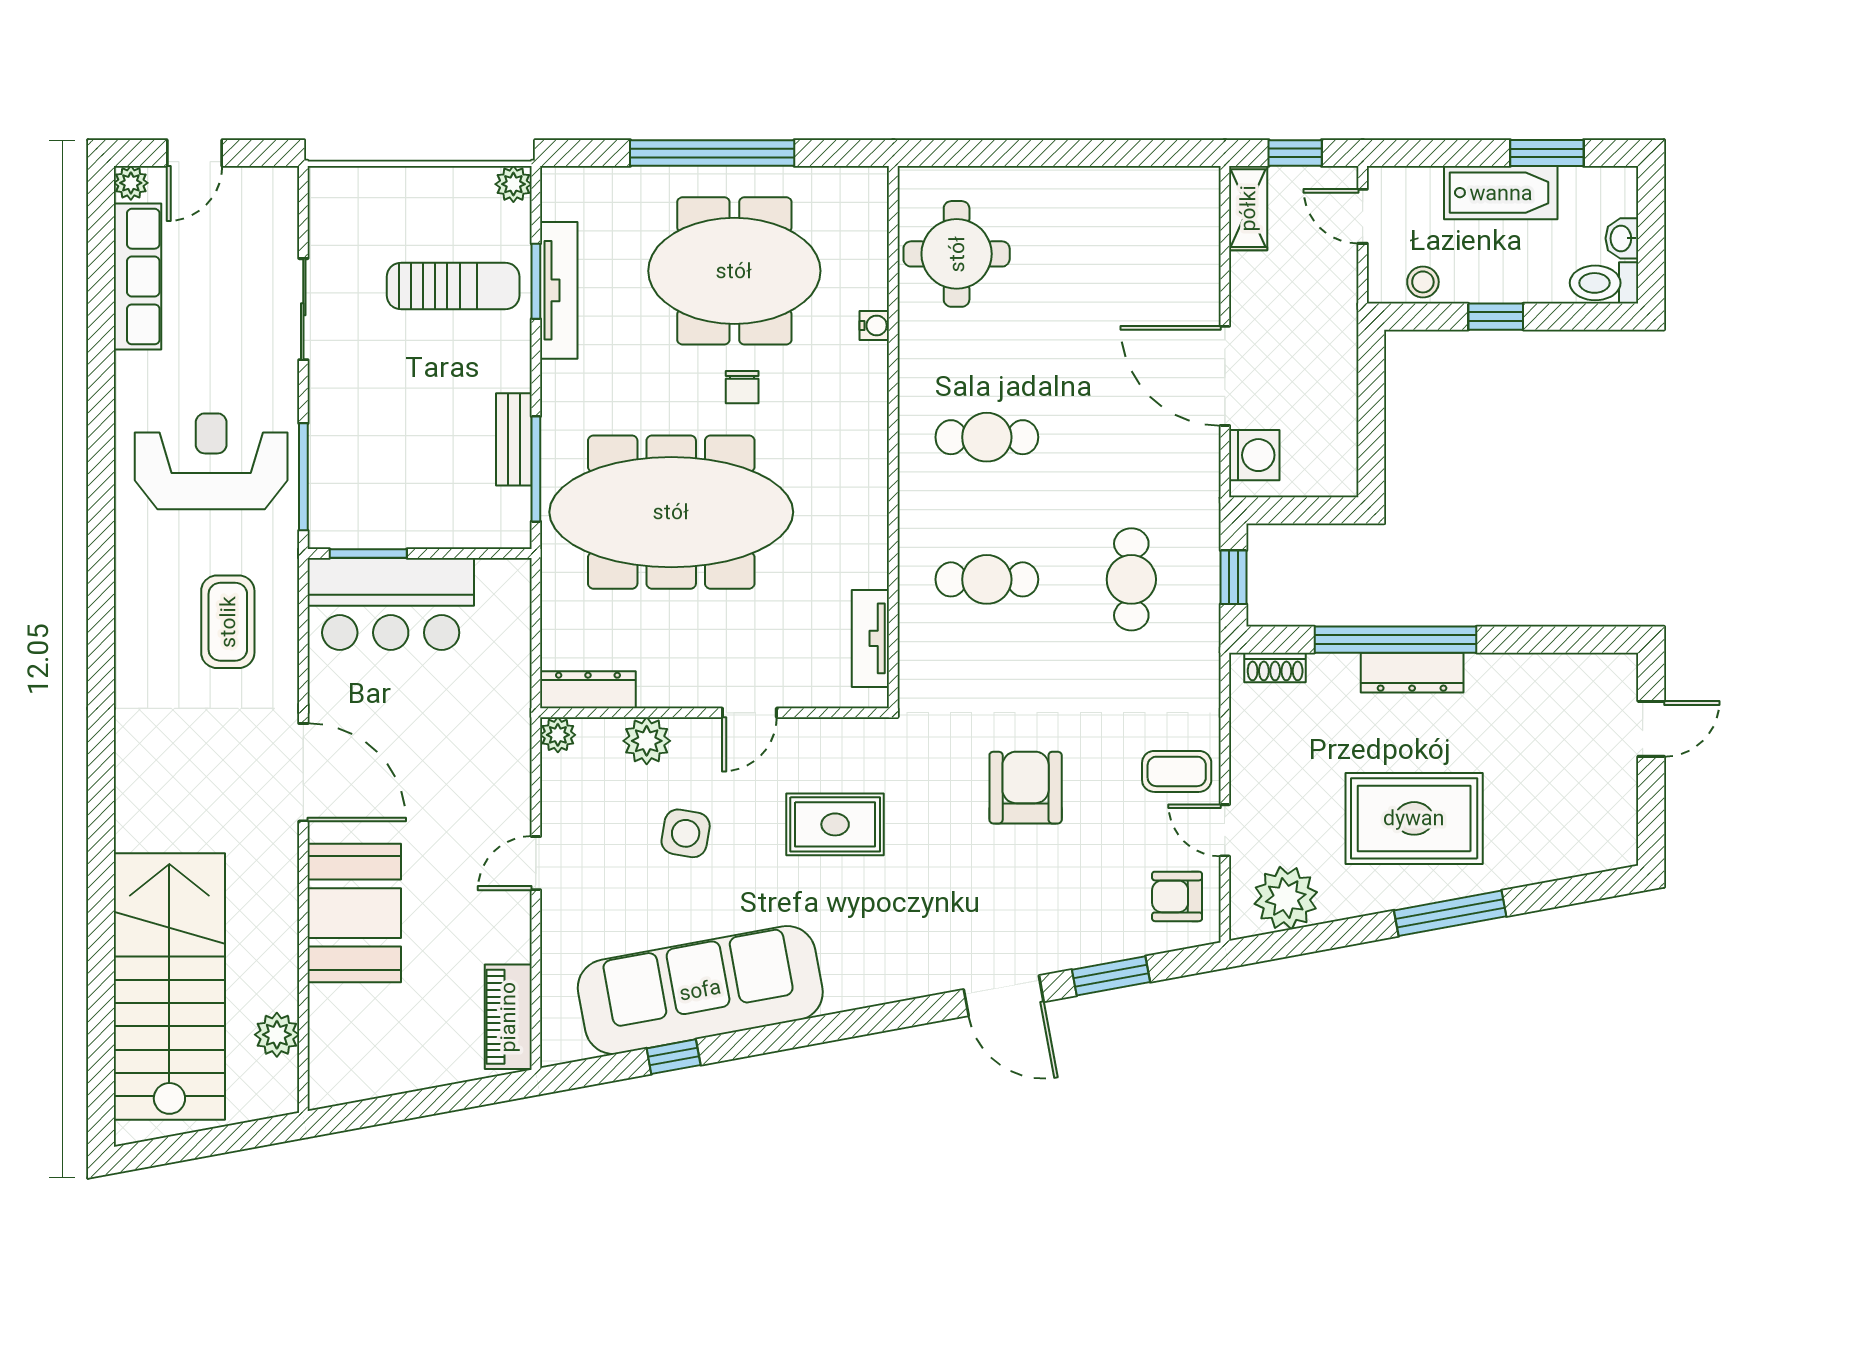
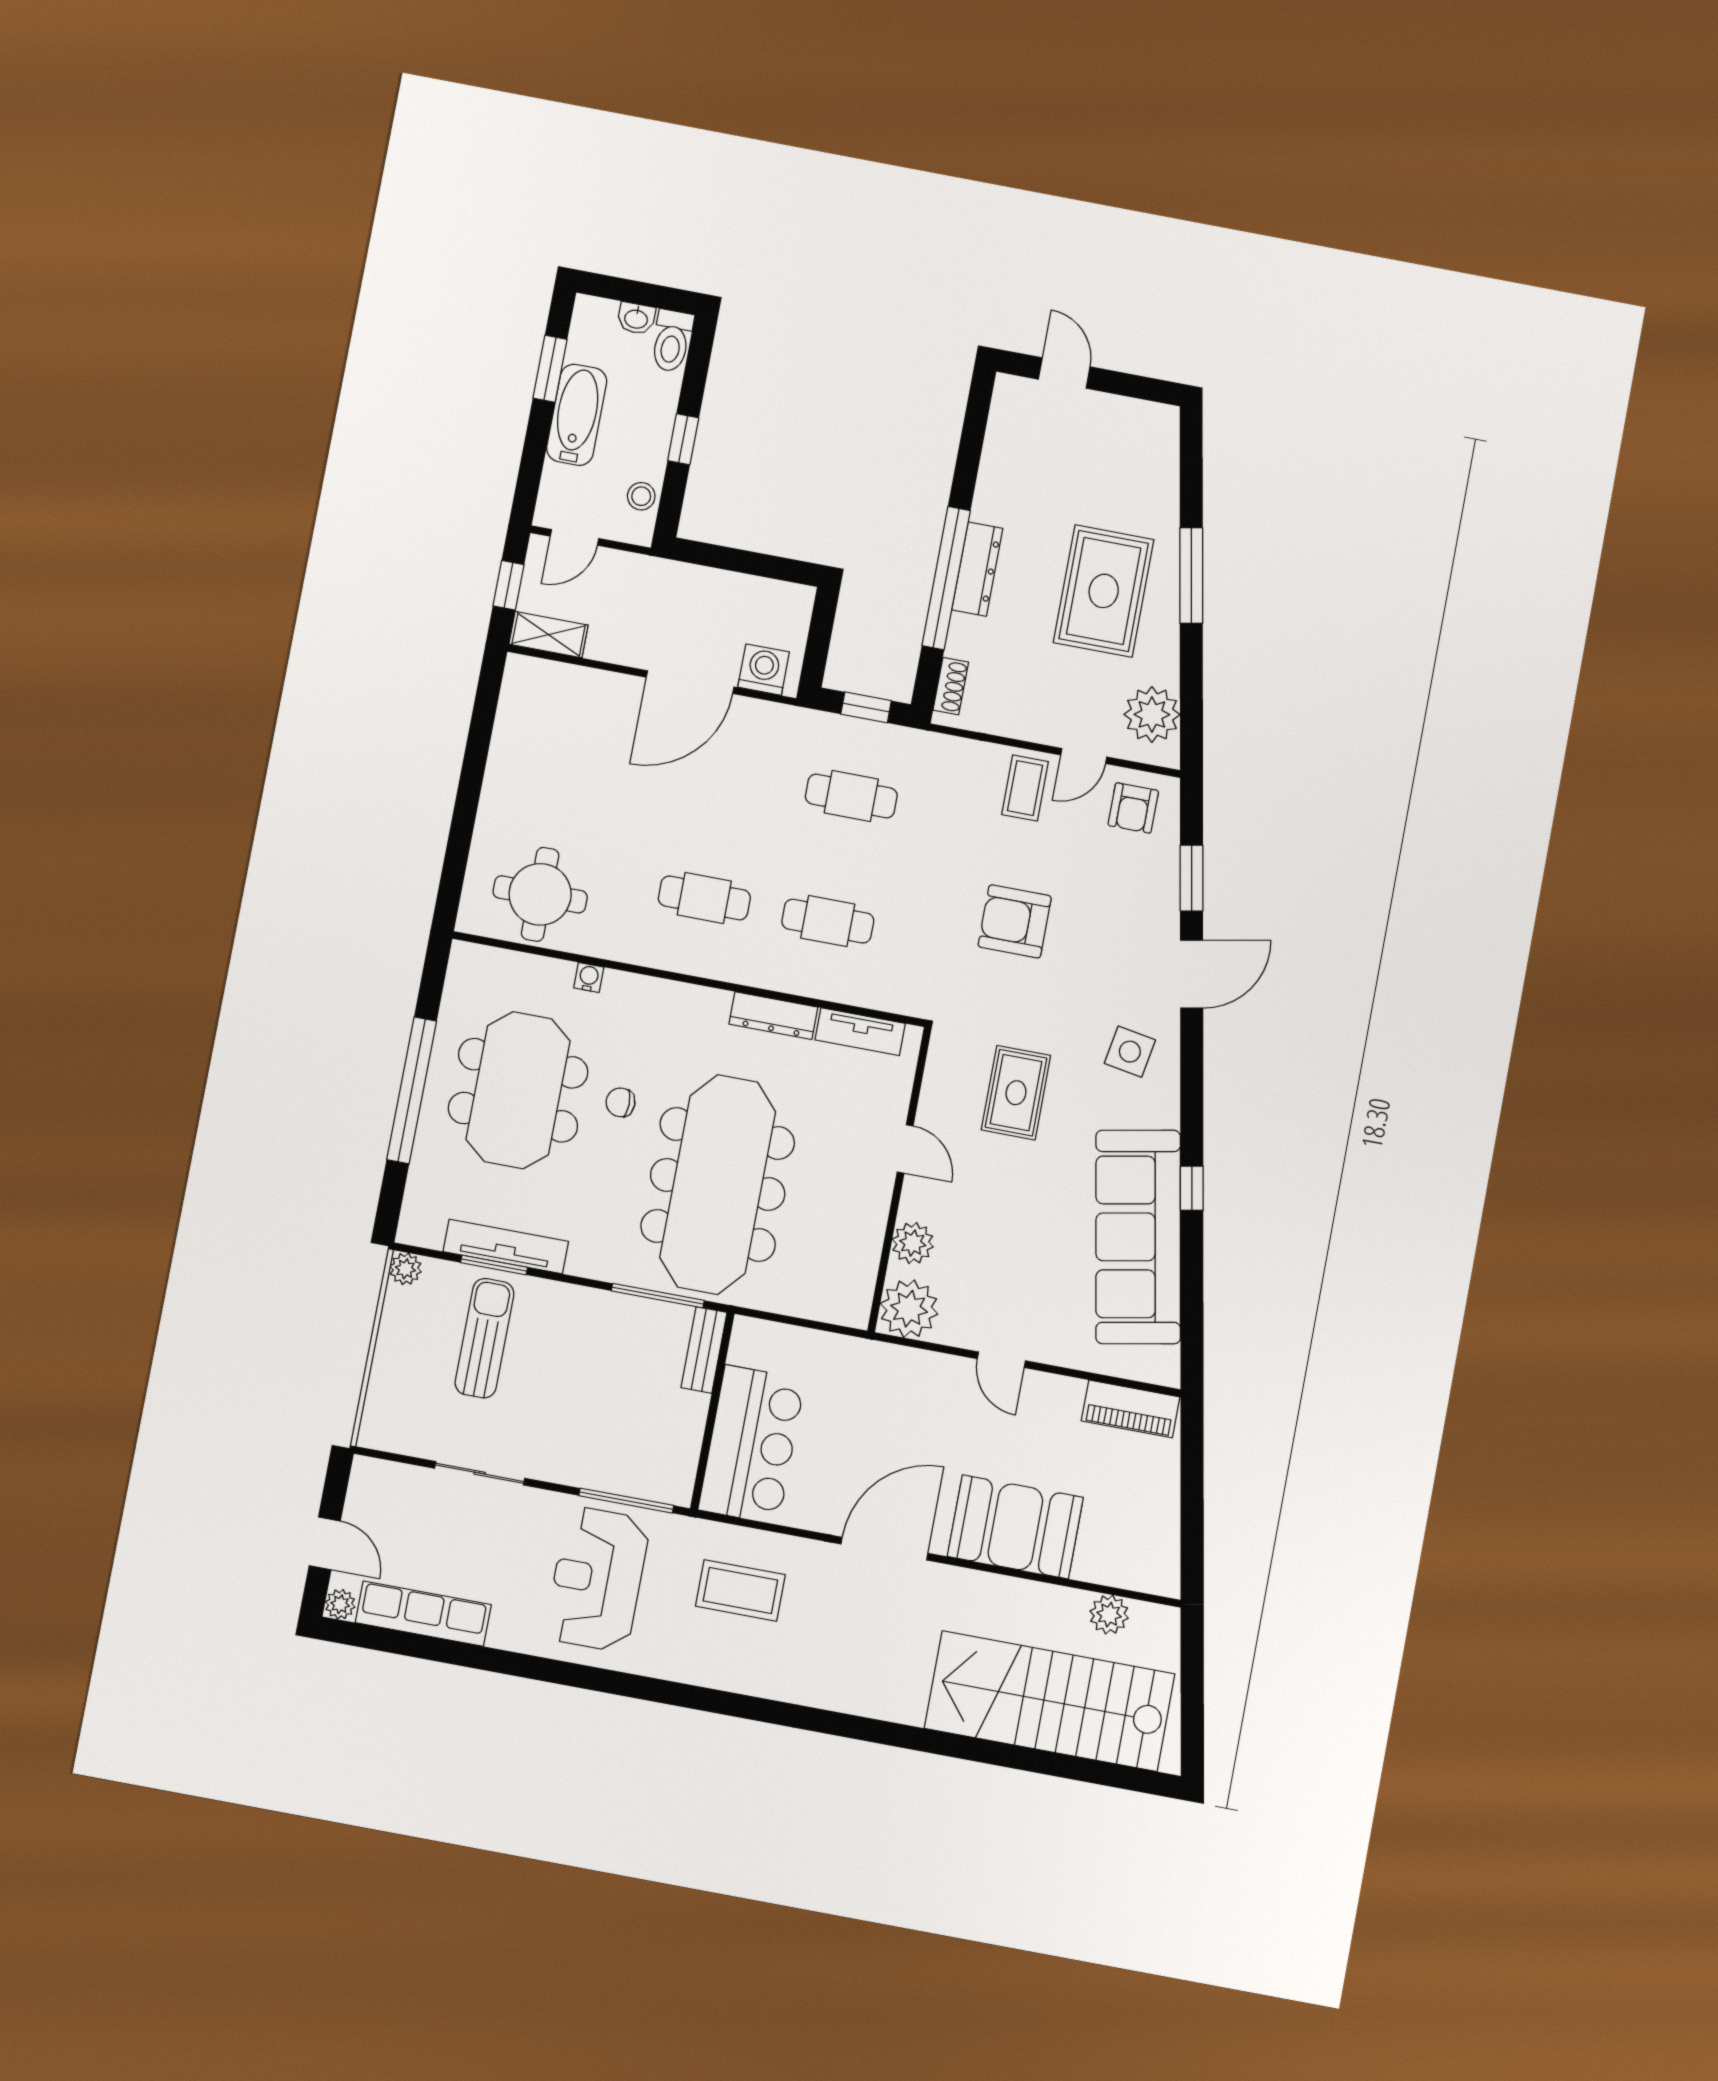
chair: (742, 387) -> (620, 1102), turned 180
cafe table: (987, 437) -> (704, 898), turned 90
bench: (514, 439) -> (704, 1350), moved, turned 90
window: (368, 553) -> (704, 1456), removed
cafe table: (987, 579) -> (828, 921), turned 90
dresser: (588, 690) -> (773, 1016), moved, turned -90
plant: (558, 735) -> (909, 1309), width x1.88, depth x1.88
side table: (686, 833) -> (1130, 1052), moved
window: (674, 1057) -> (1192, 1188), moved

